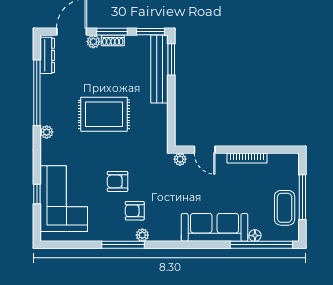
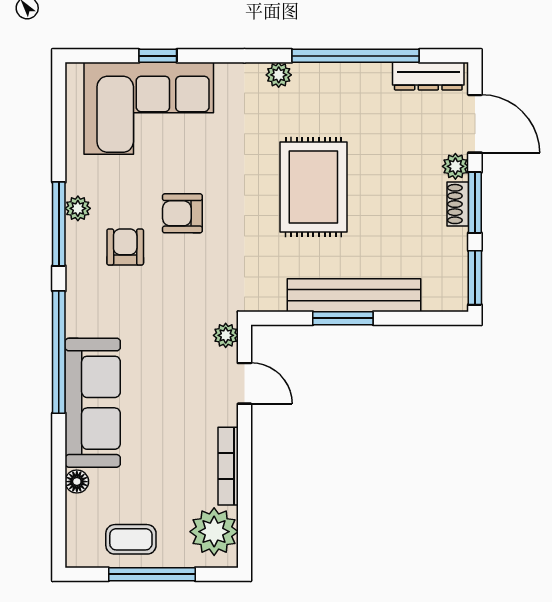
window: (171, 59) -> (343, 318), moved
bench: (159, 69) -> (354, 295), moved
door: (205, 150) -> (244, 383), swing flipped
plant: (281, 165) -> (214, 532), added
armchair: (117, 181) -> (182, 213), turned -90
coffee table: (285, 208) -> (131, 539), width x0.73, depth x0.77
plant: (142, 235) -> (78, 208), moved
window: (261, 245) -> (59, 352), moved

